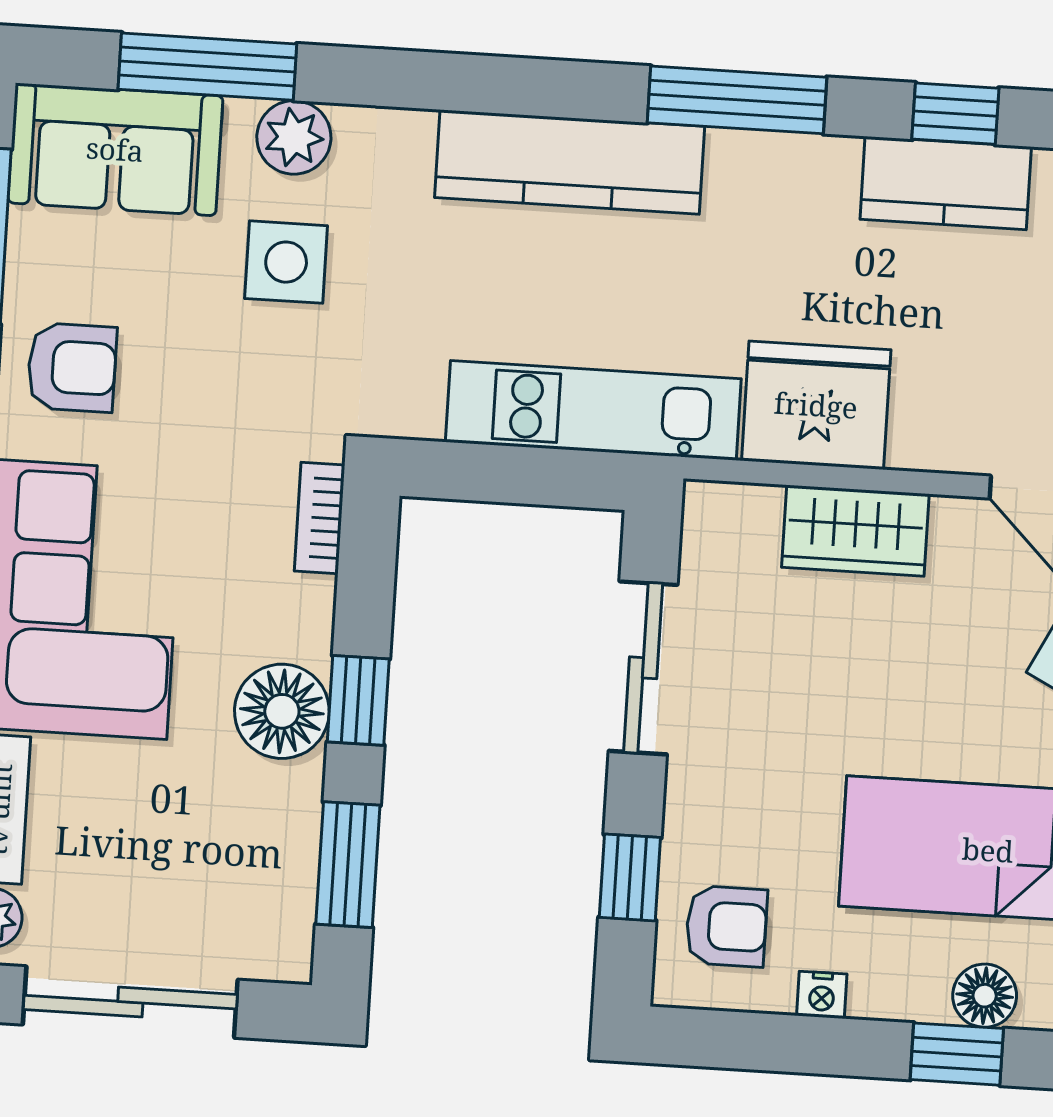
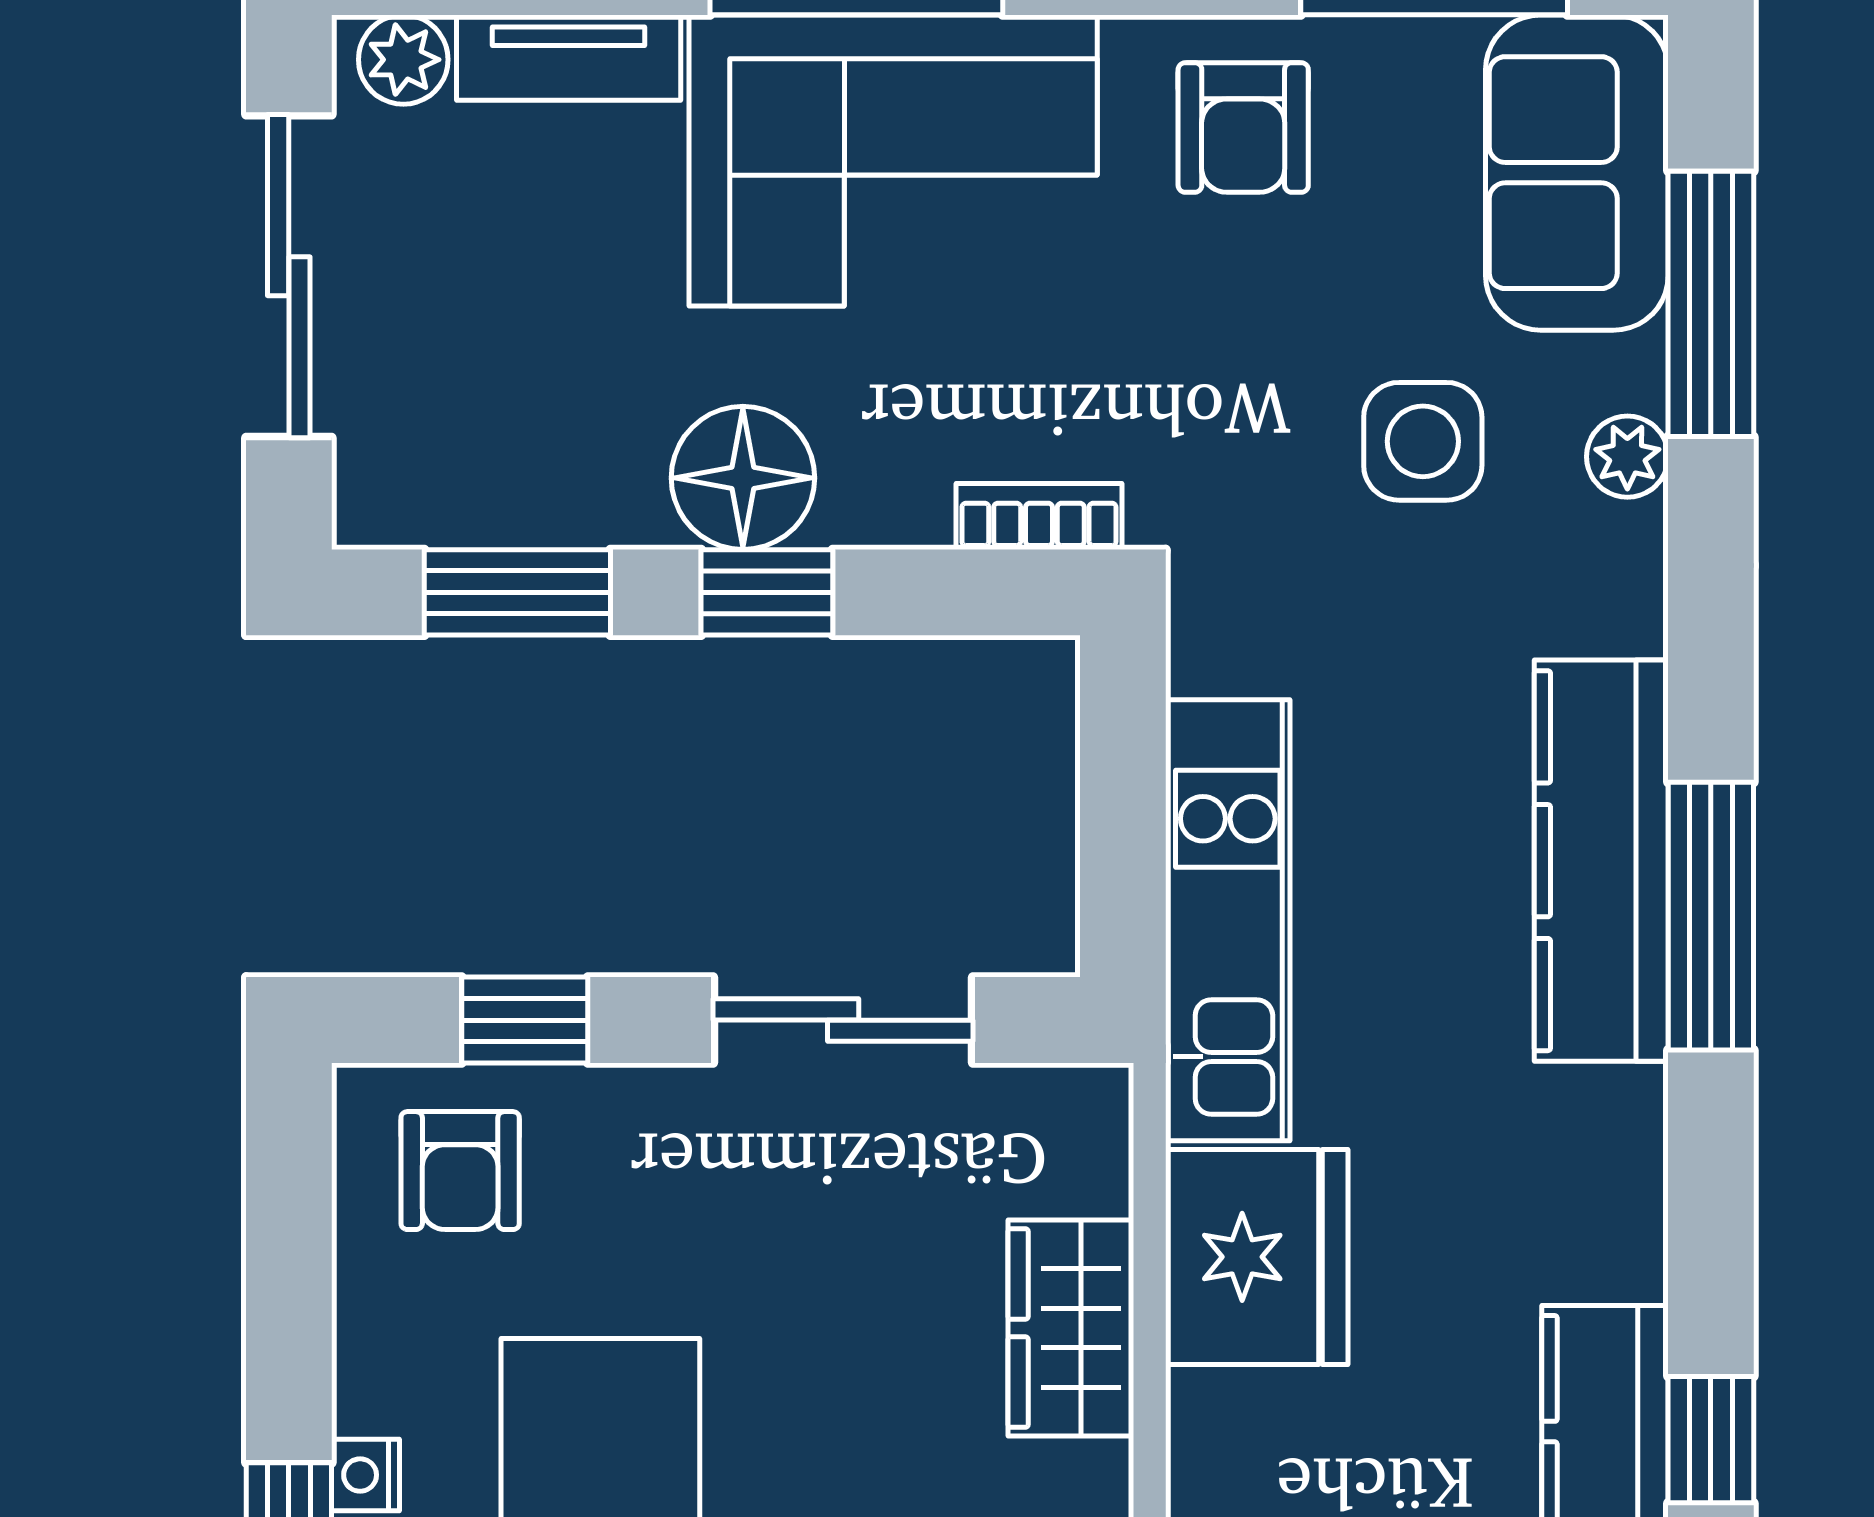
window: (737, 100) -> (1711, 916), moved
plant: (294, 137) -> (1627, 457), width x0.73, depth x0.73
nightstand: (822, 995) -> (365, 1475), moved

